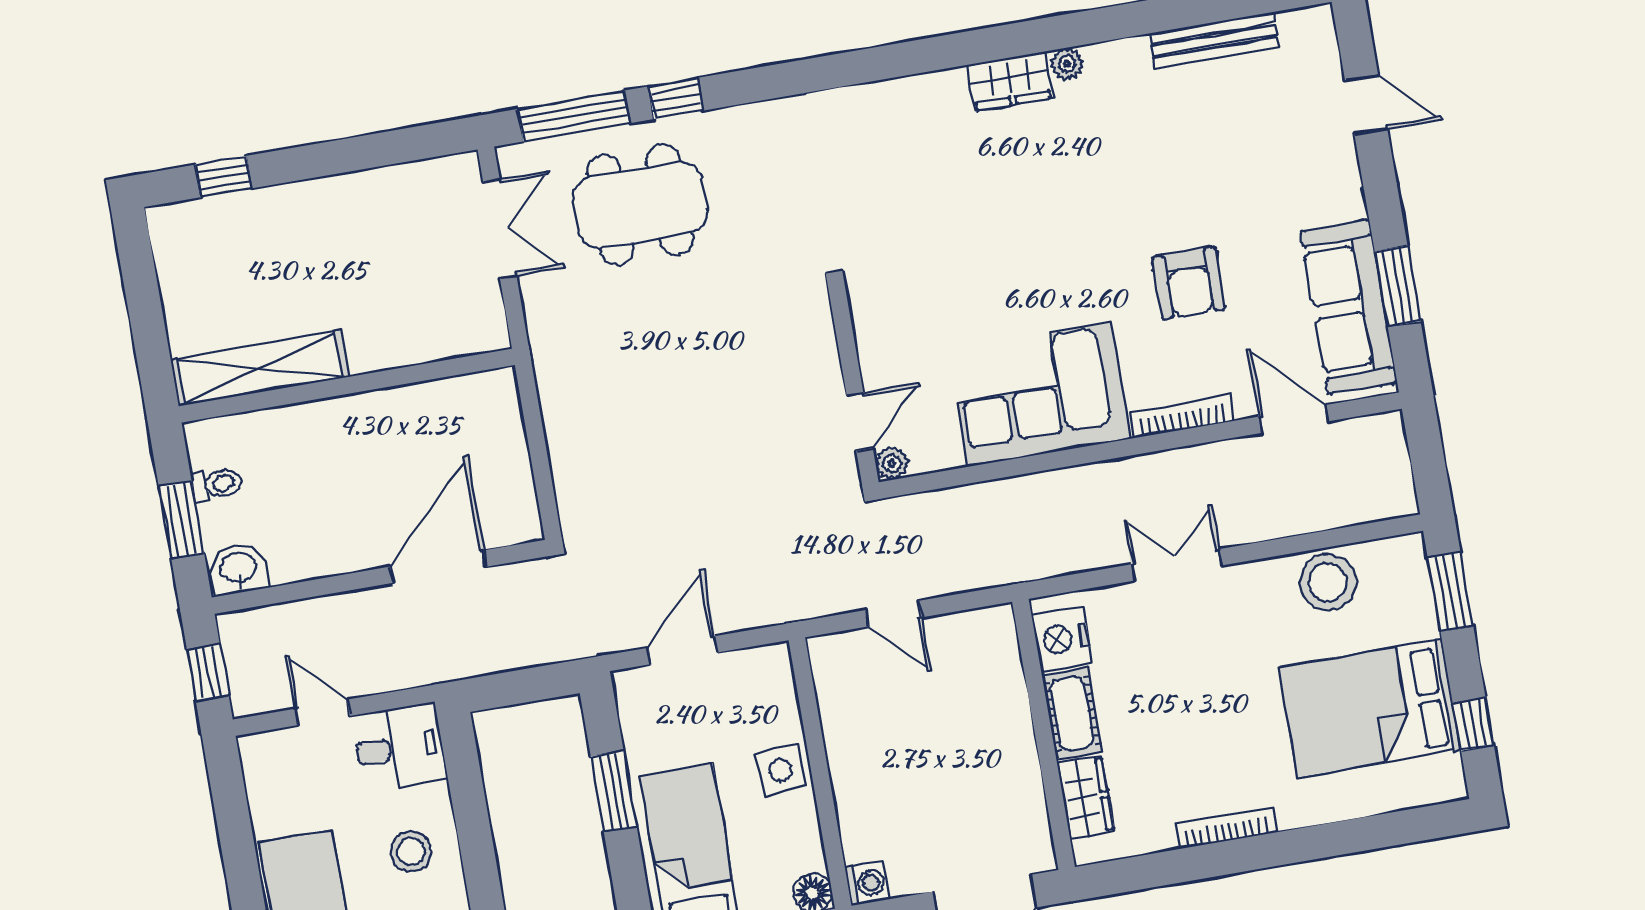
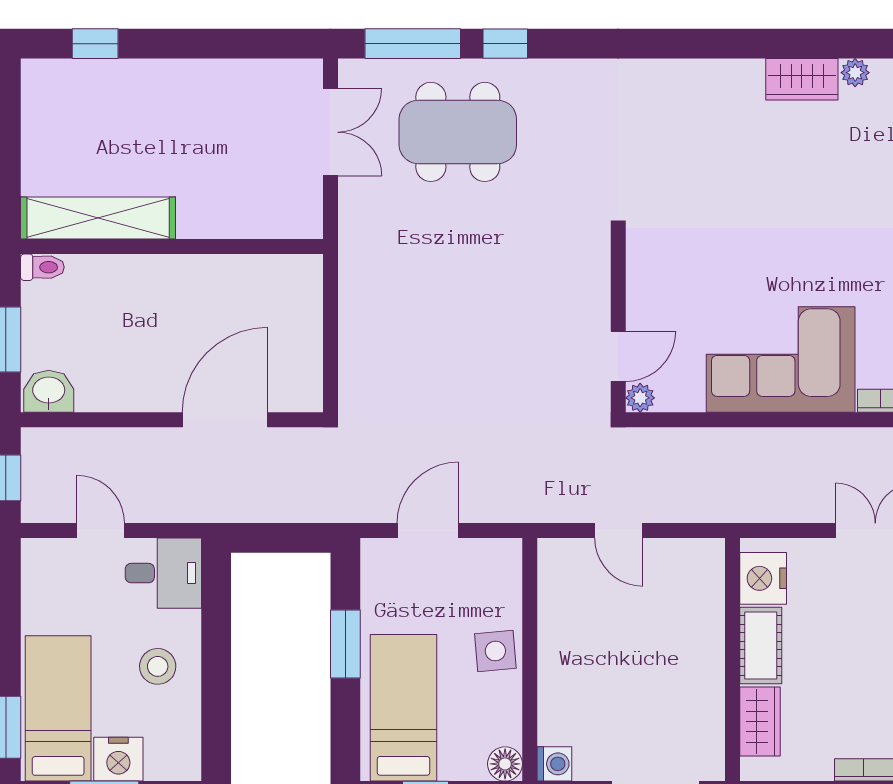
toilet: (217, 484) -> (42, 267), moved

